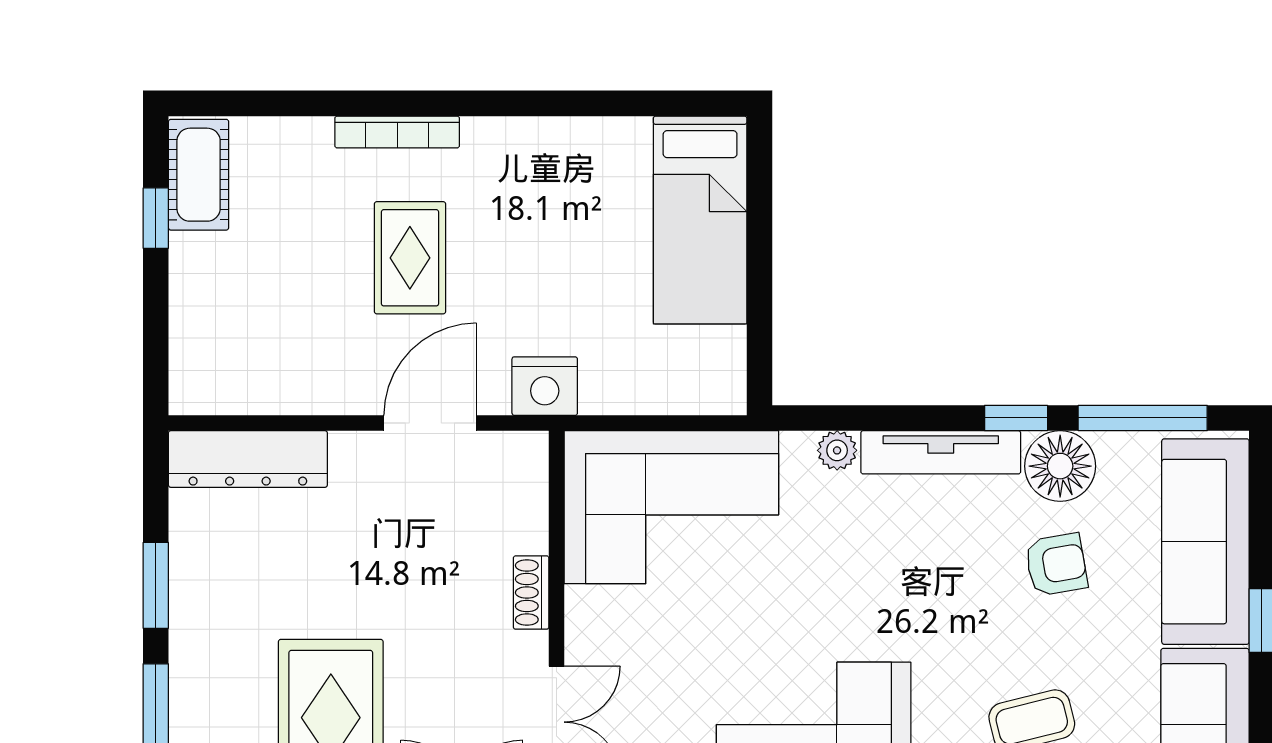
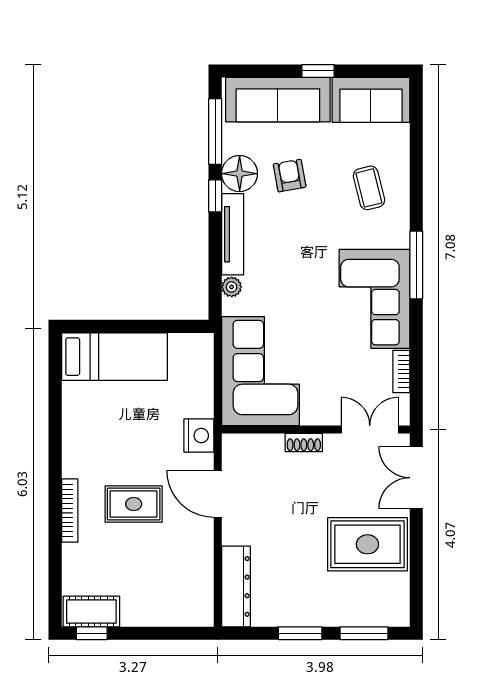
window: (156, 218) -> (92, 633), moved

